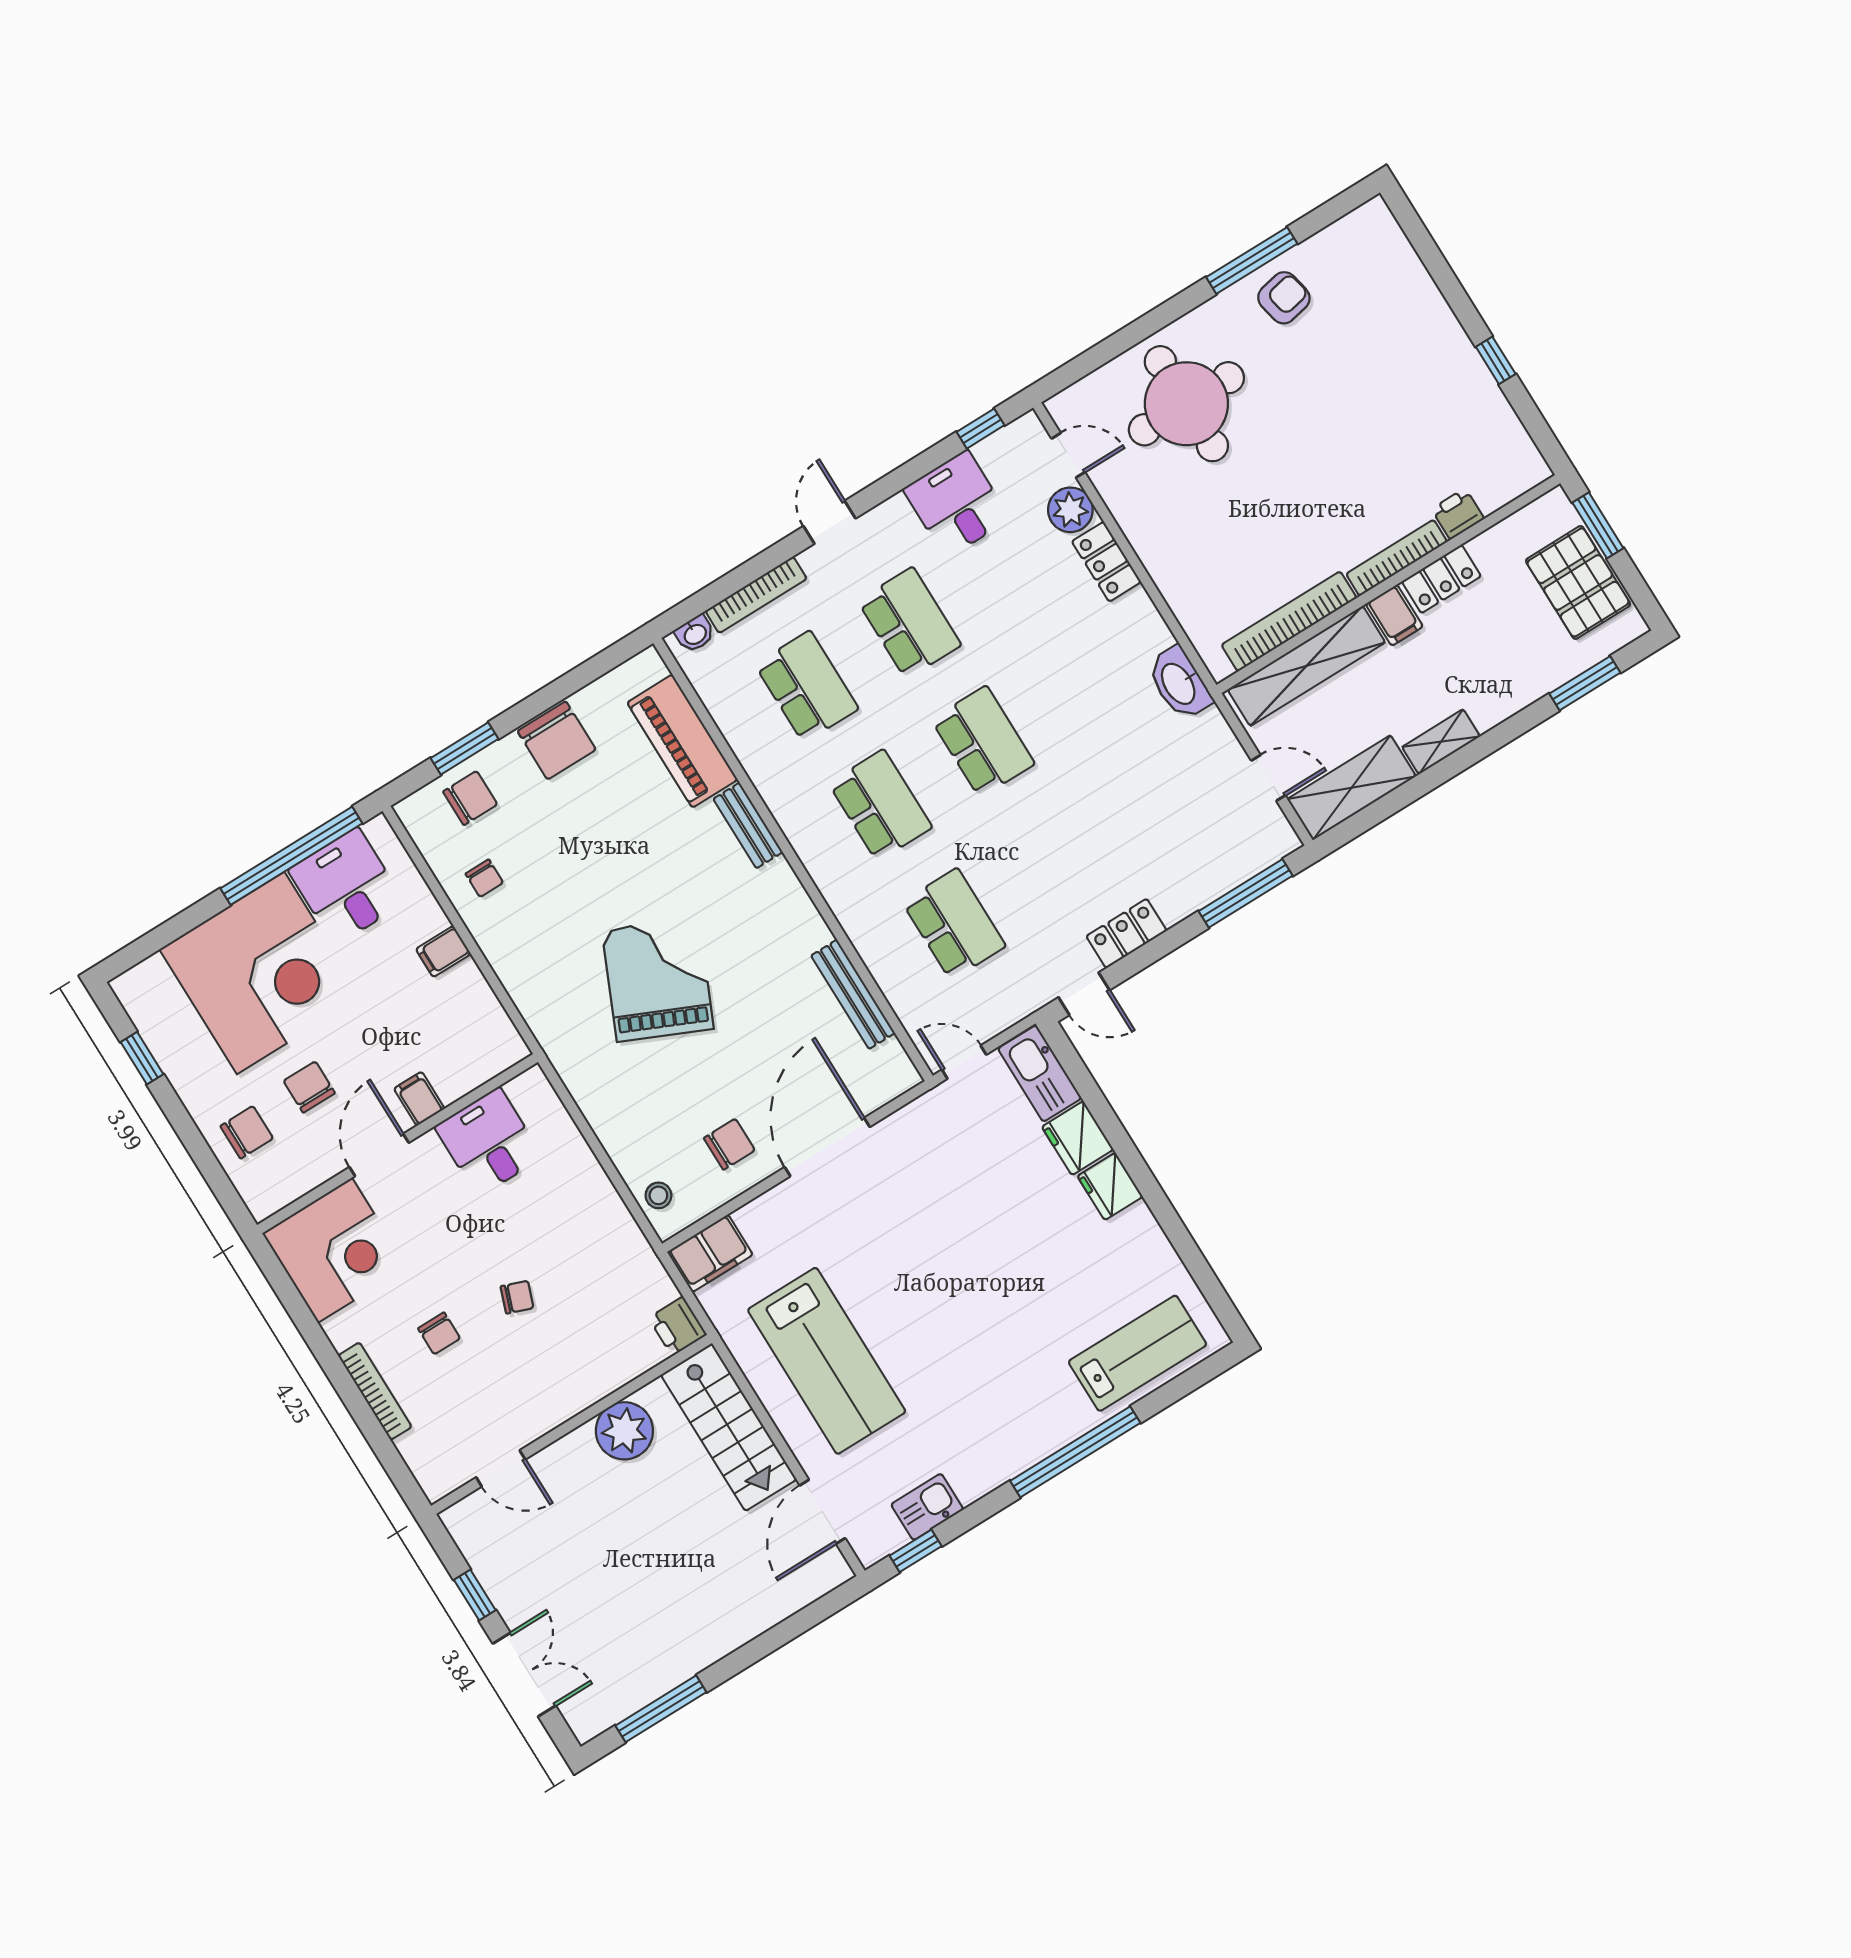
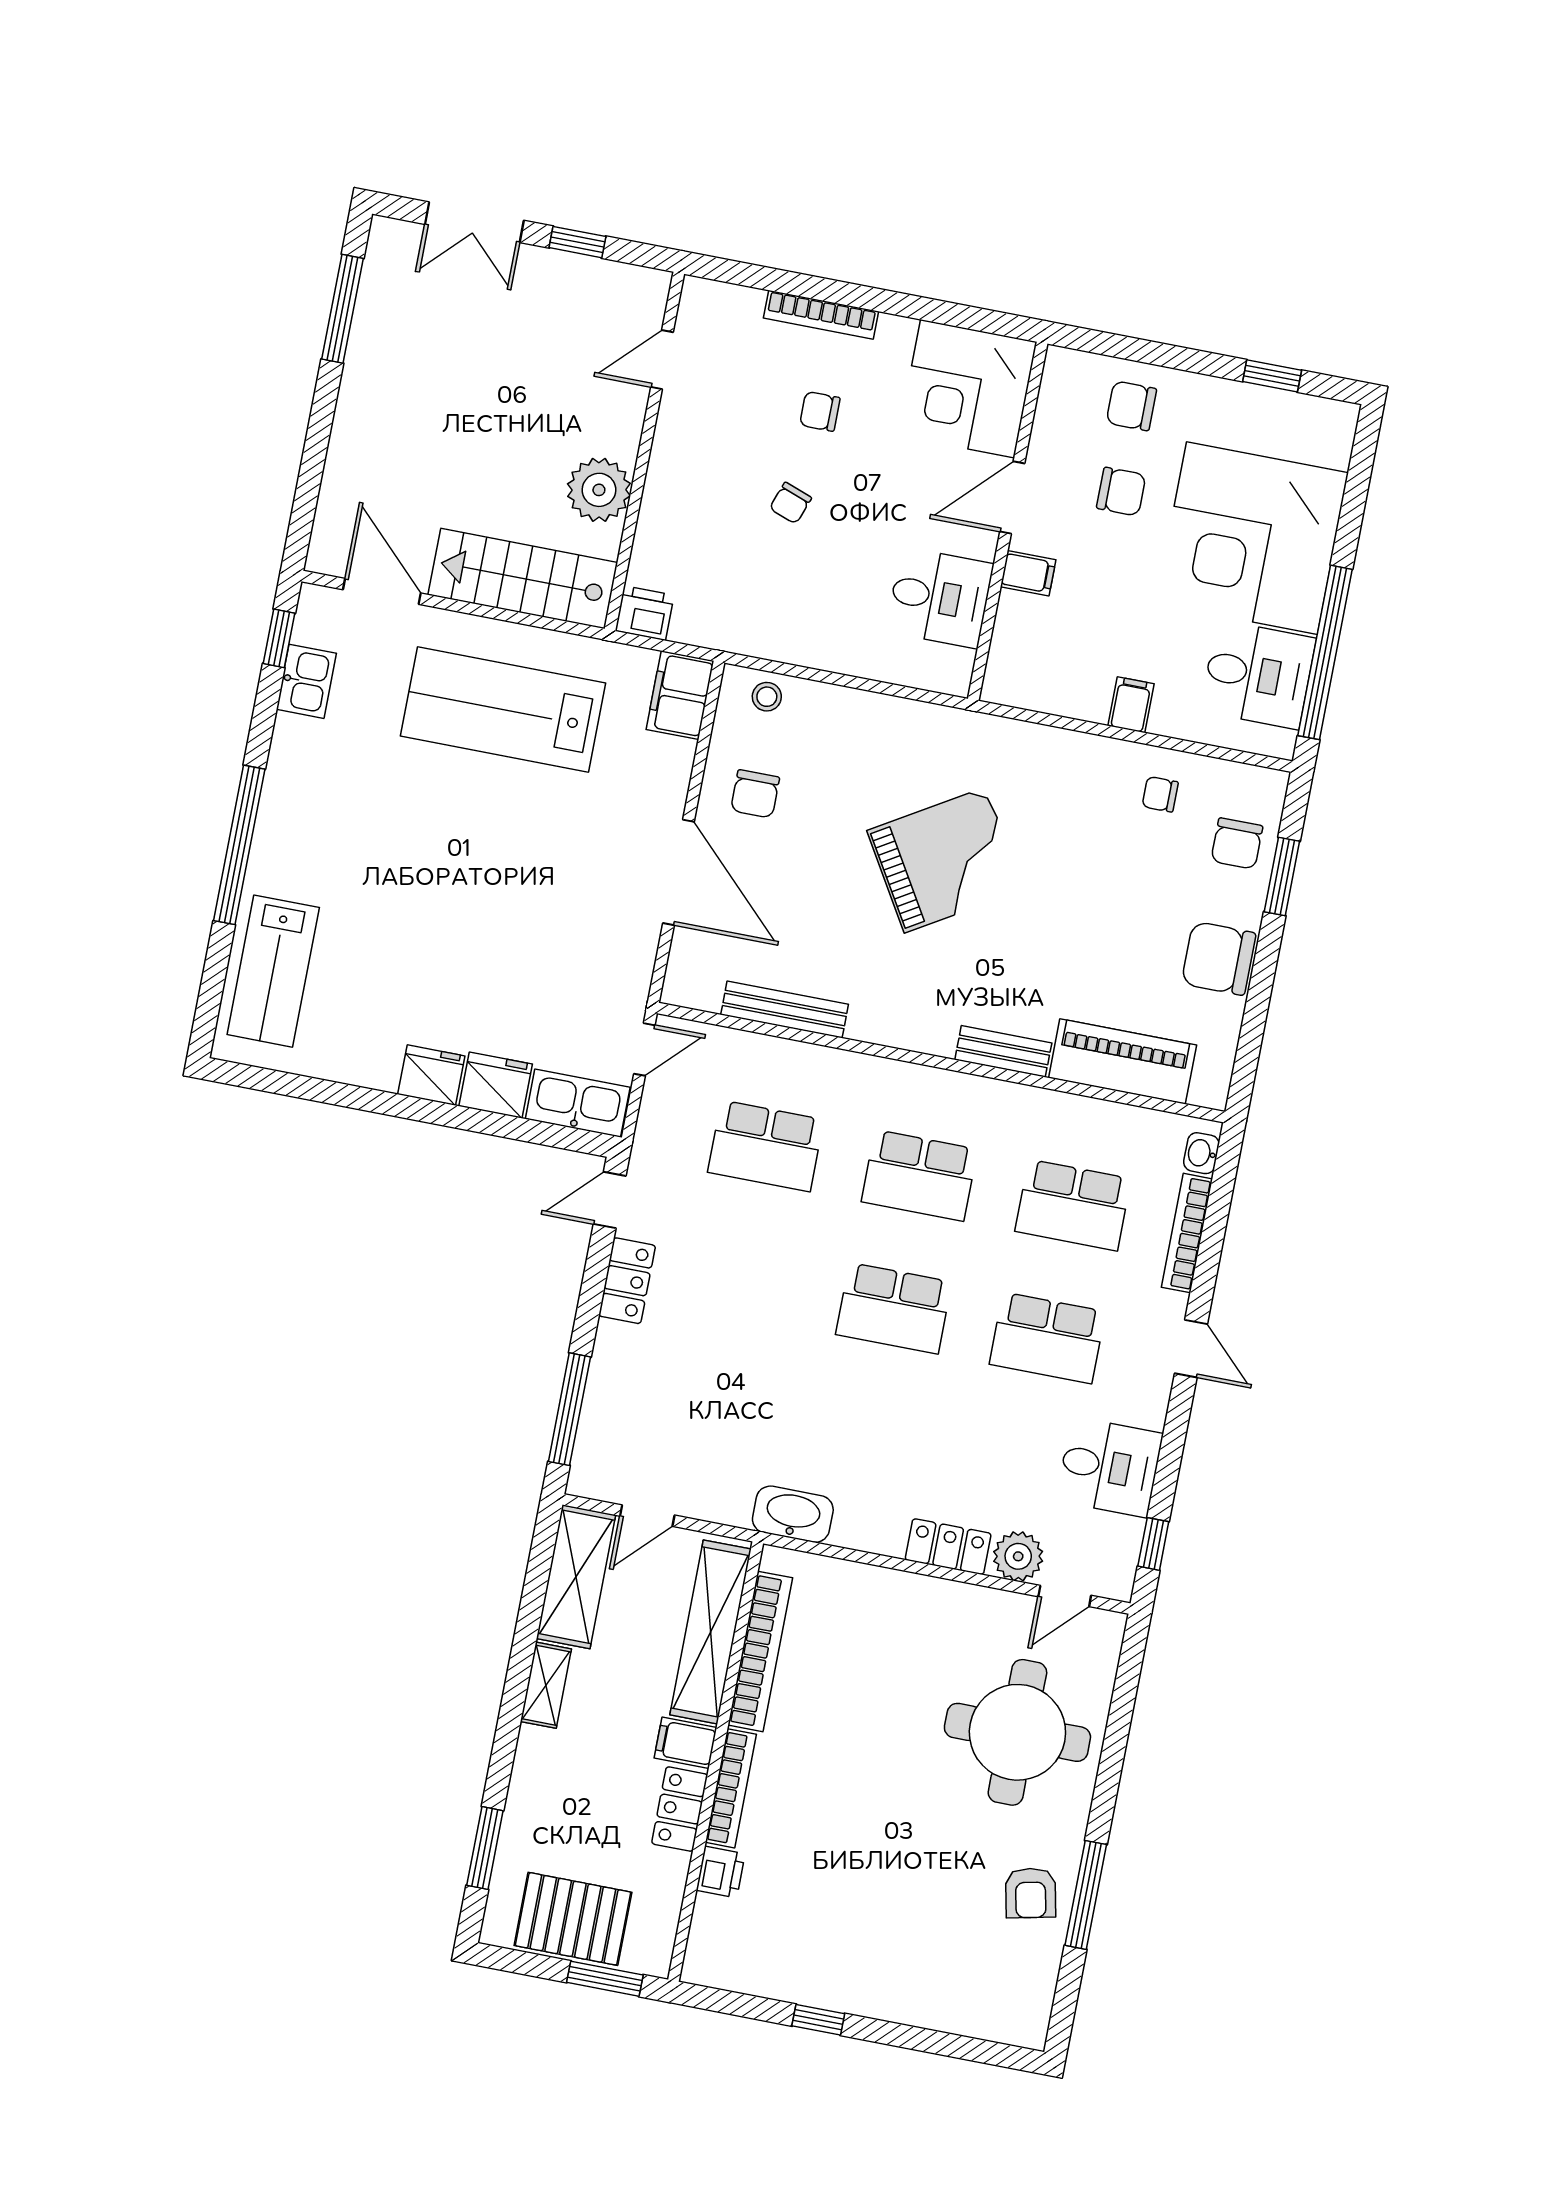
grand piano: (658, 979) -> (945, 860), turned -55
chair: (247, 1132) -> (1131, 406), turned 90
door: (379, 1155) -> (1012, 498), swing flipped

